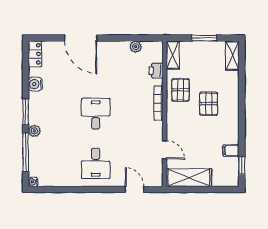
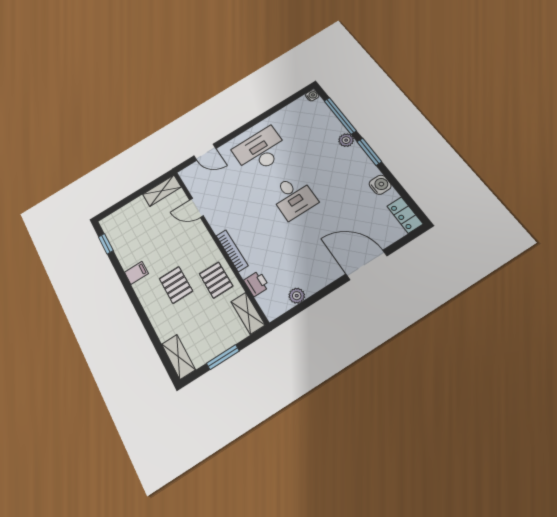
filing cabinet: (231, 151) -> (136, 273), moved
desk: (96, 163) -> (261, 151), width x1.37
shelving: (189, 178) -> (162, 191), width x0.67, depth x0.75

